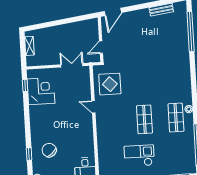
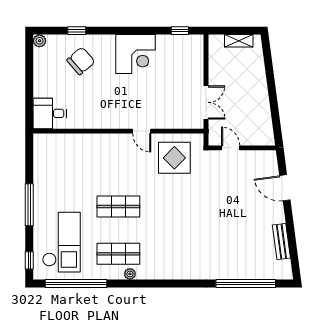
door: (113, 12) -> (285, 188), moved
corner desk: (41, 91) -> (136, 54), moved
door: (93, 107) -> (142, 131), swing flipped
checkout: (139, 156) -> (61, 242), moved, width x1.36, depth x1.21

